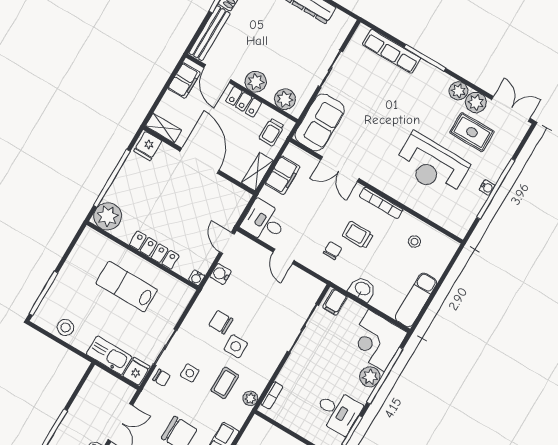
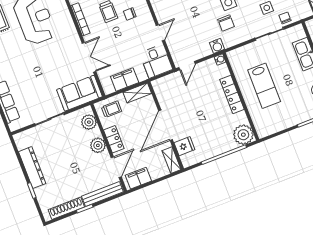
fridge: (148, 146) -> (184, 146), moved
water cooler: (221, 274) -> (217, 46), moved
fridge: (136, 371) -> (297, 33), removed

